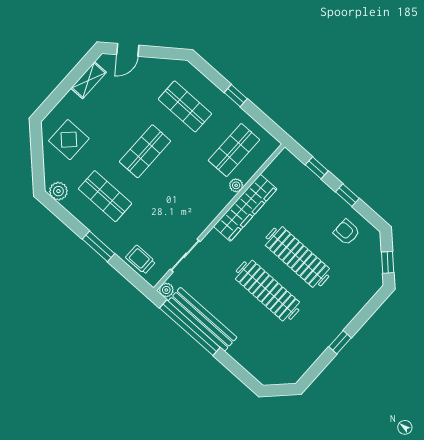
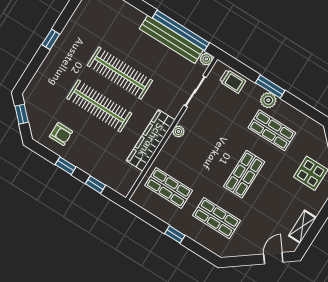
shop shelf: (234, 150) -> (169, 188), turned 90
plant: (236, 185) -> (178, 131), moved
plant: (58, 191) -> (268, 100), moved

